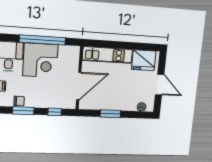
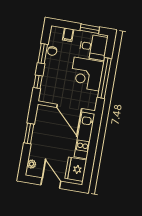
door: (160, 85) -> (51, 183), swing flipped
door: (79, 86) -> (69, 108), moved

